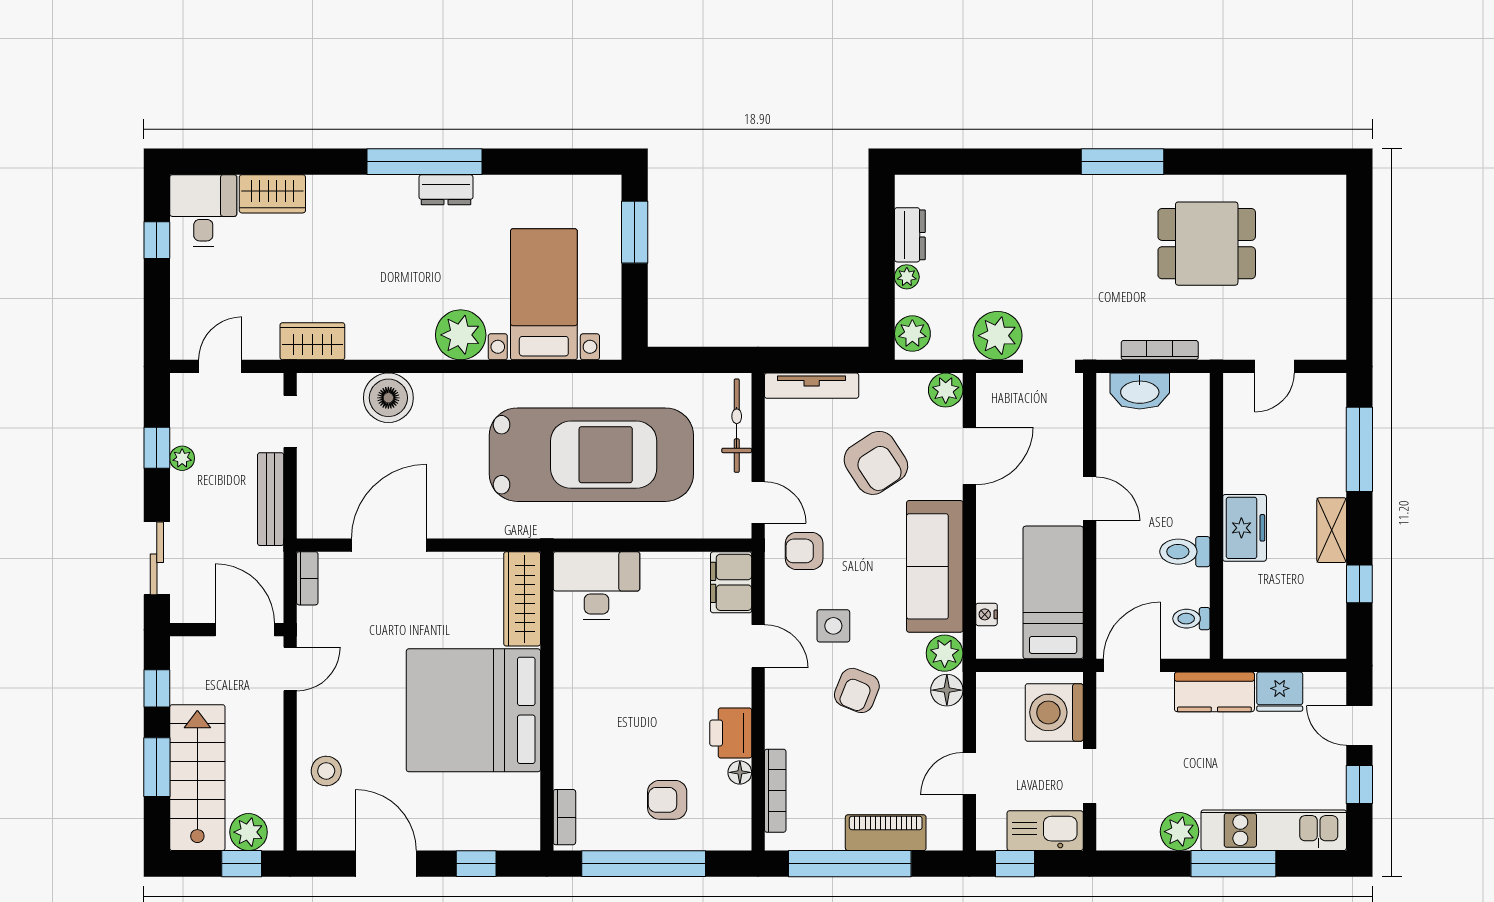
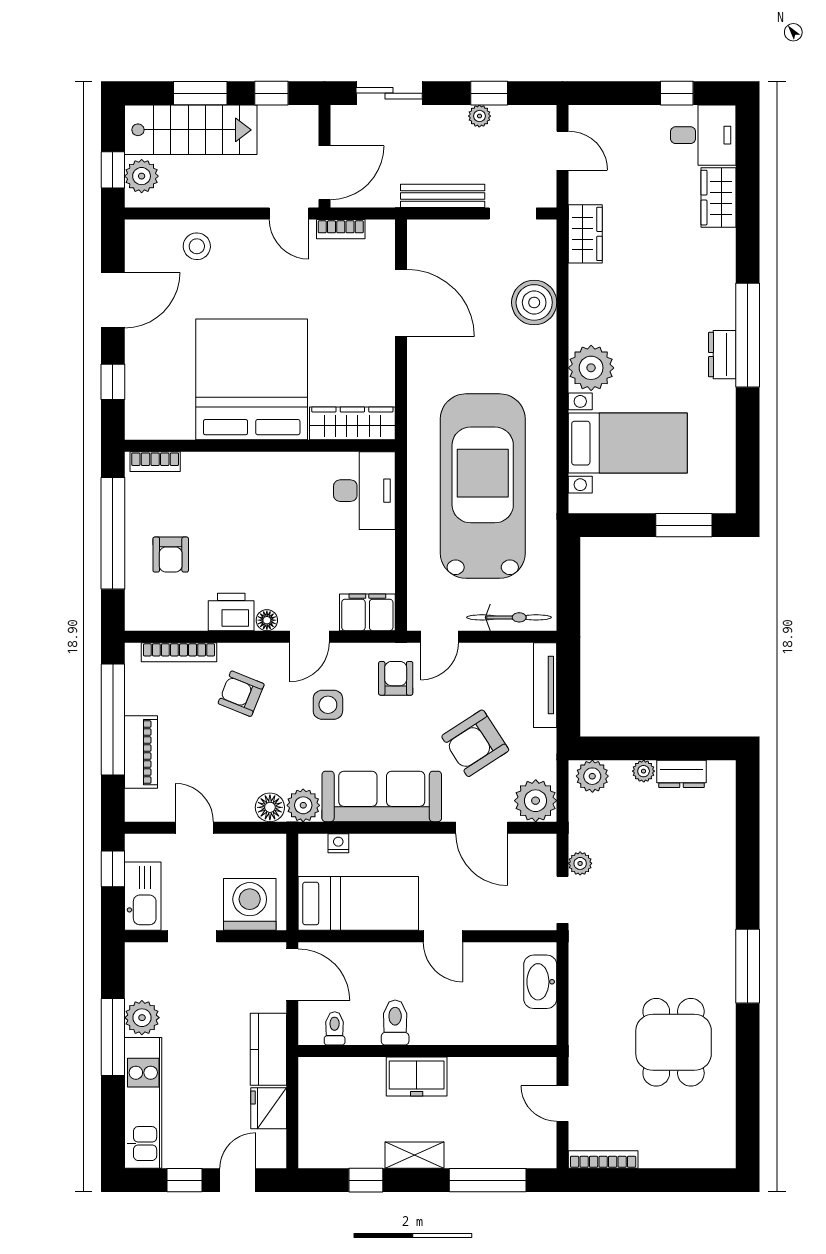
plant: (998, 336) -> (580, 863), width x0.53, depth x0.53
bookcase: (1160, 350) -> (603, 1160), moved, turned -90
plant: (946, 390) -> (536, 801), width x1.36, depth x1.36
car: (591, 455) -> (483, 486), turned 180
door: (1090, 499) -> (443, 936), hinge flipped
bookcase: (307, 578) -> (341, 229), moved
armchair: (857, 690) -> (241, 694), moved
floor lamp: (740, 772) -> (267, 620), moved
armchair: (667, 800) -> (171, 555), turned 180
window: (1233, 864) -> (113, 1037), moved

